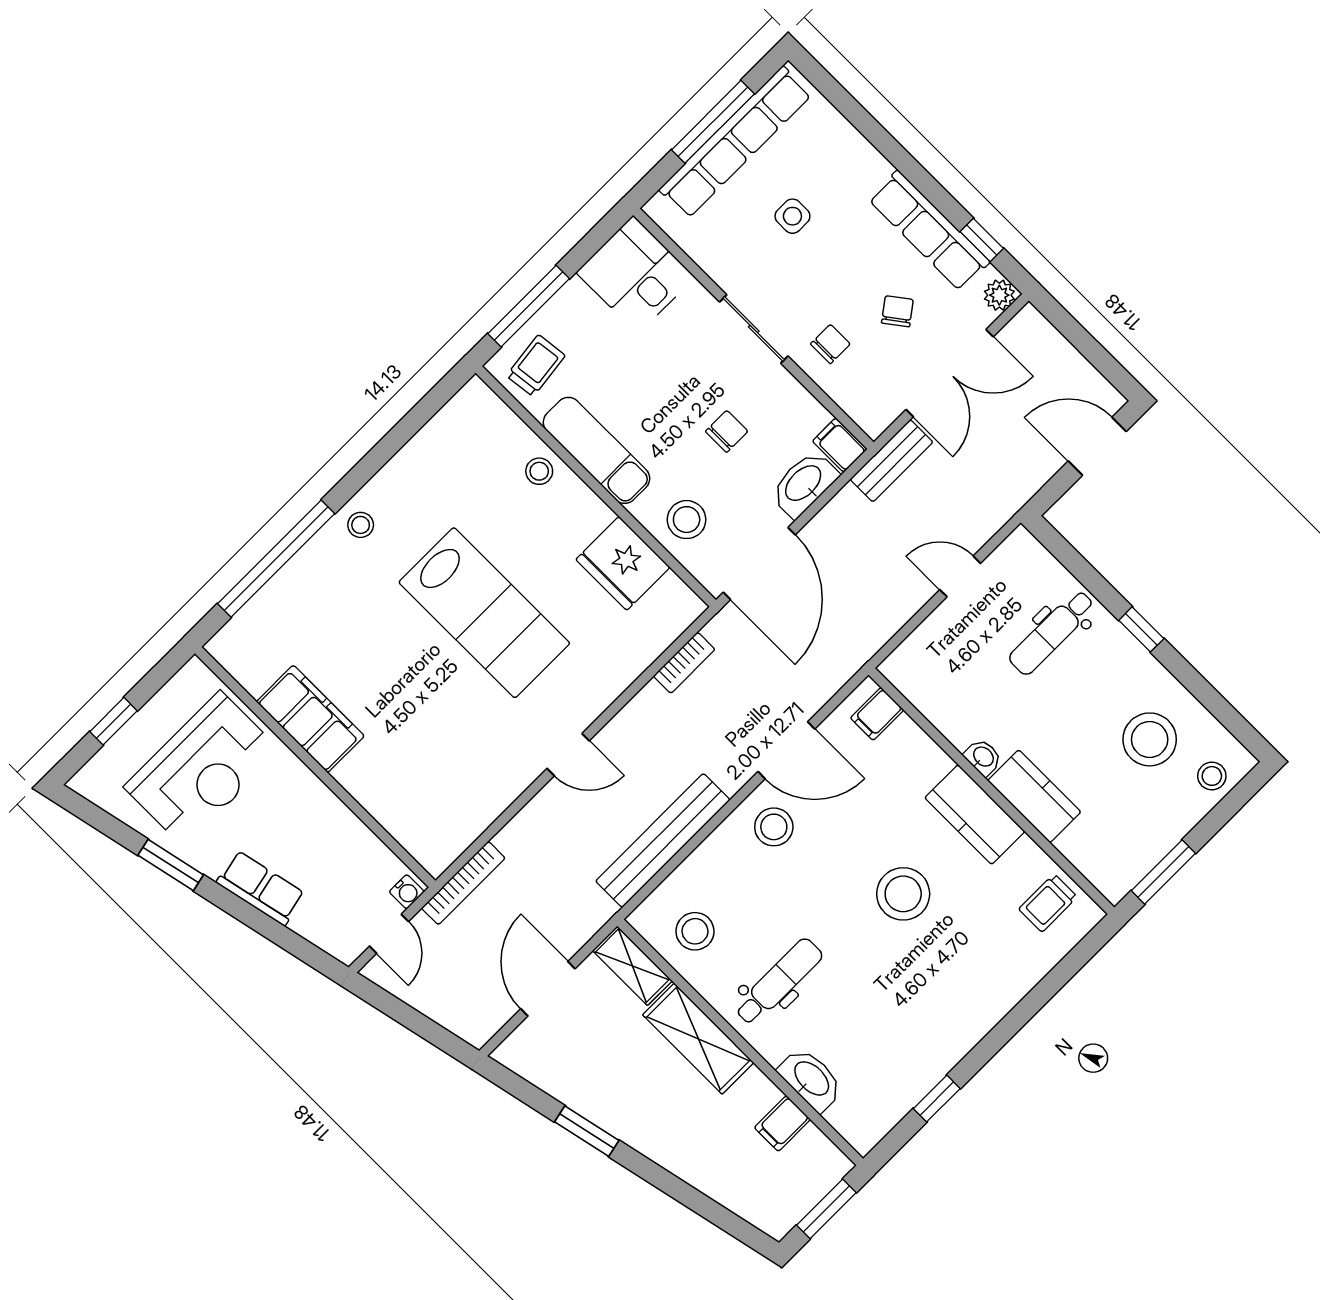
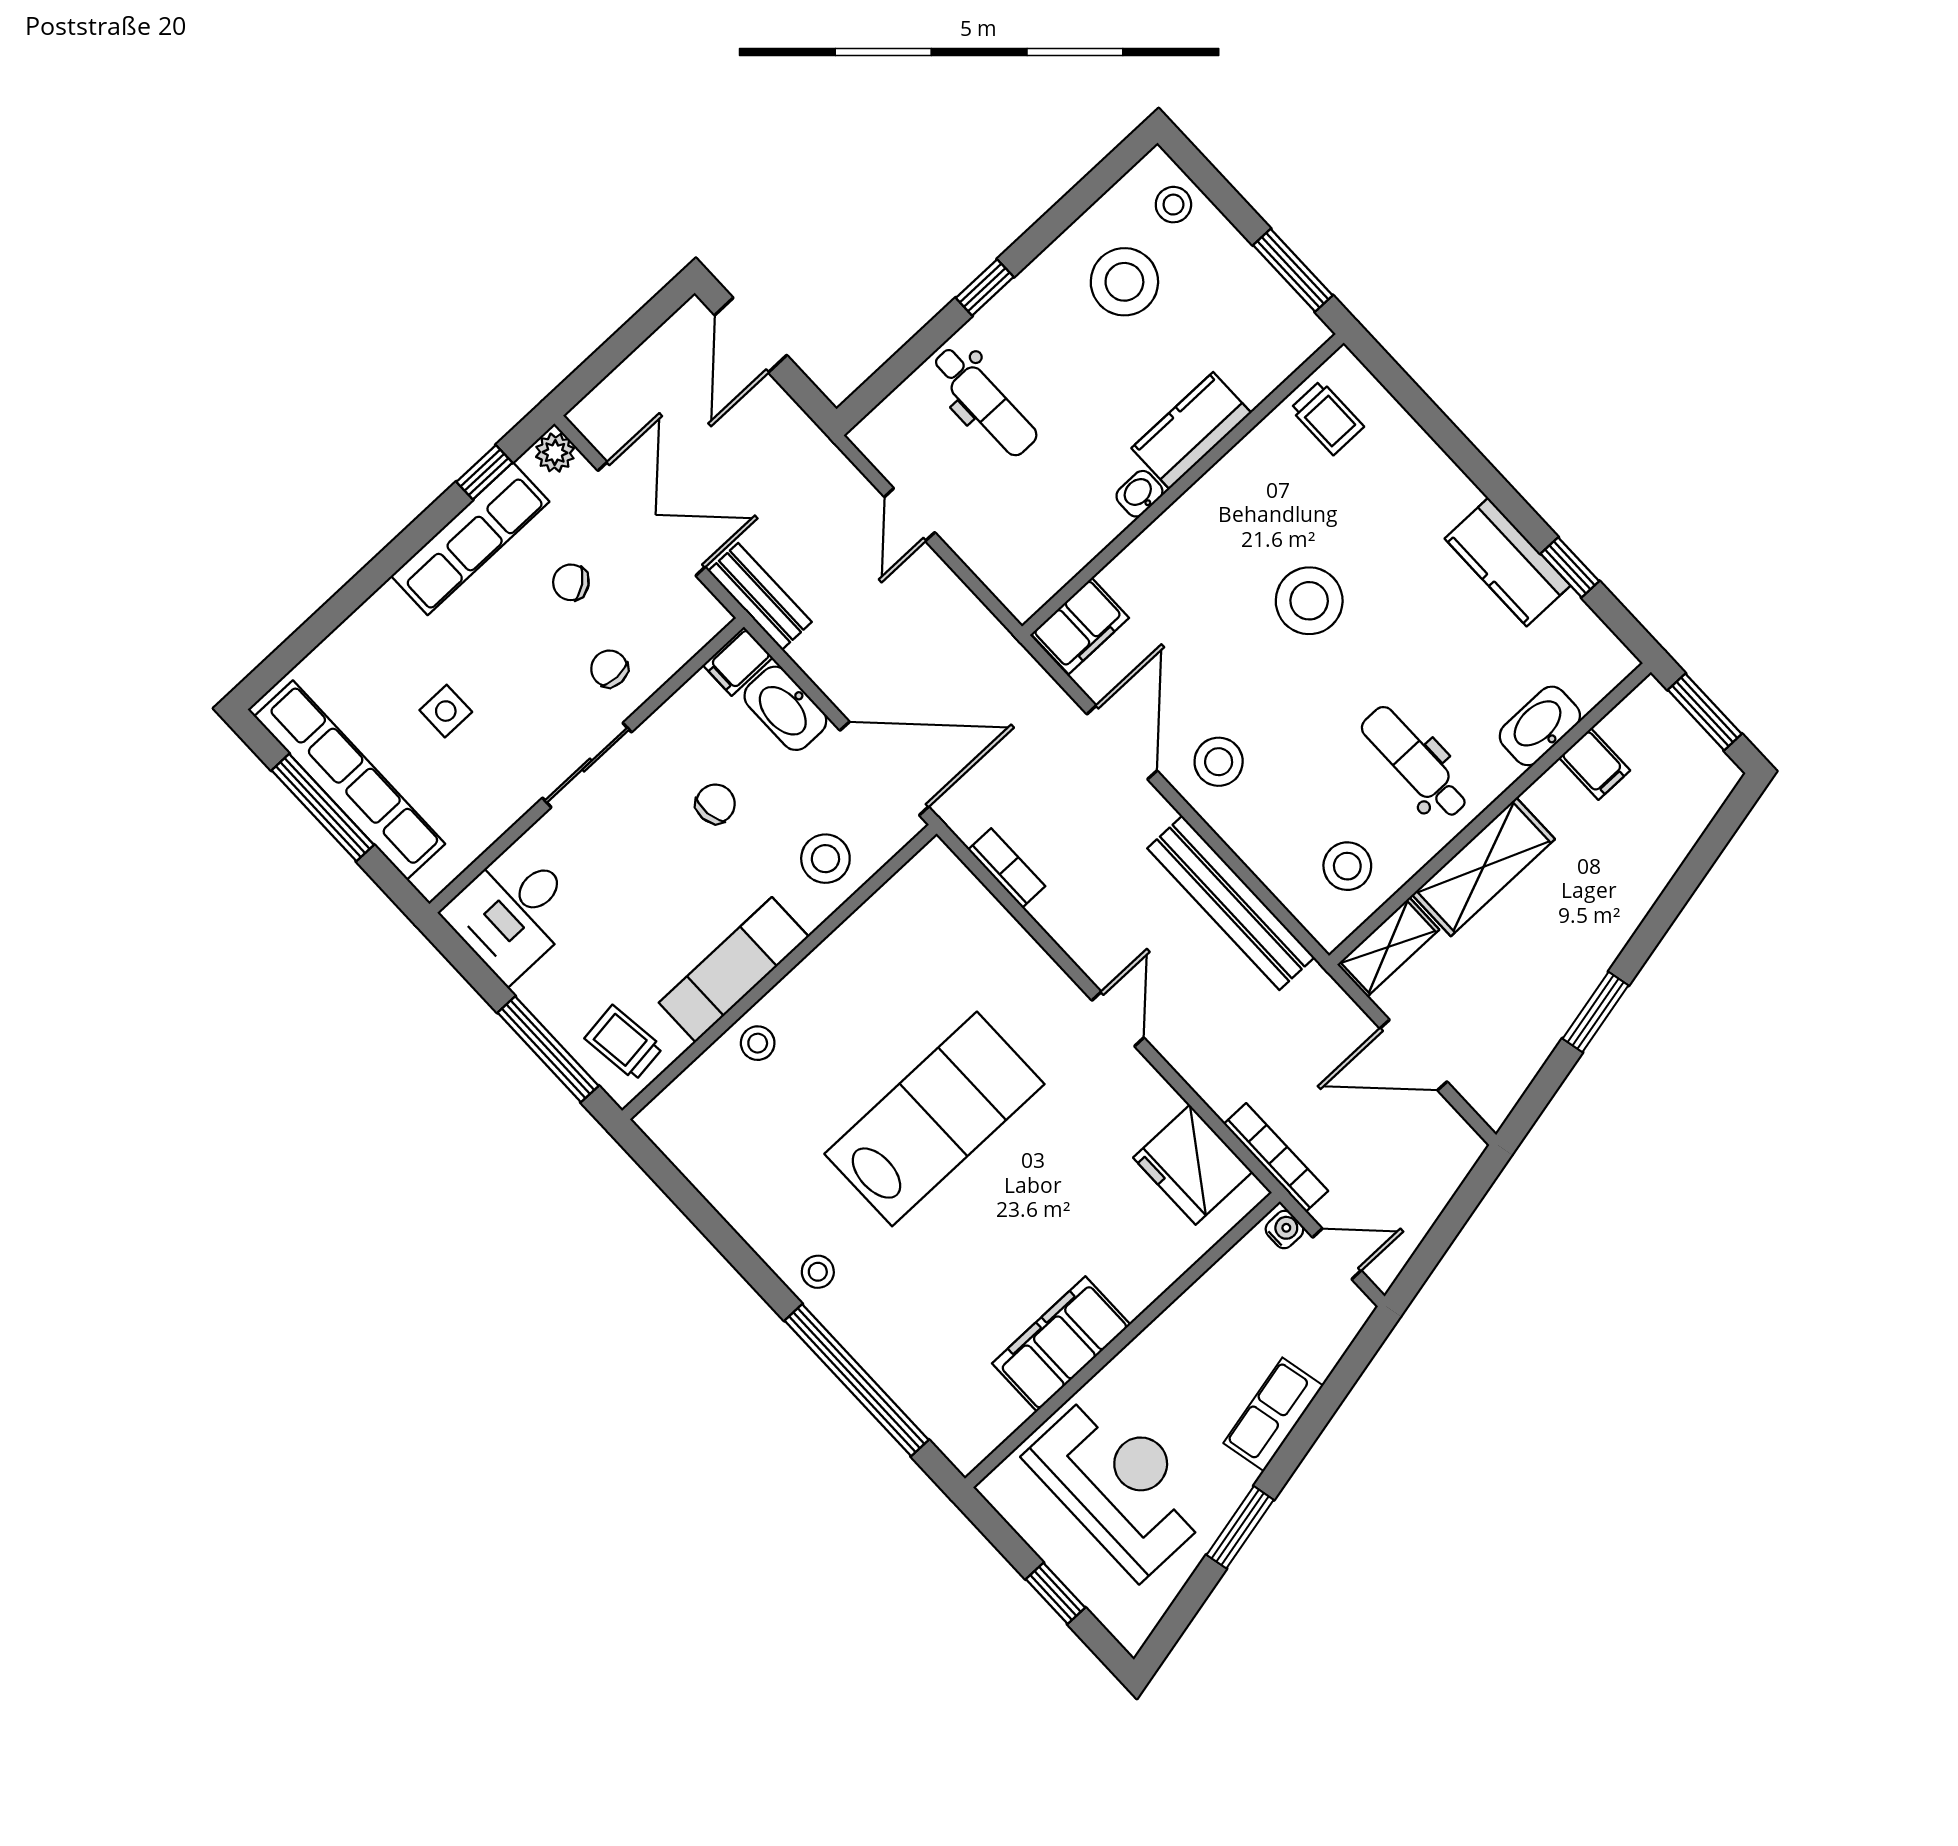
chair: (727, 431) -> (715, 804), turned 83
fridge: (623, 563) -> (1193, 1165), moved, turned 90
filing cabinet: (877, 714) -> (1080, 626), width x2.00
kitchen counter: (975, 815) -> (1507, 562), moved, turned 90

